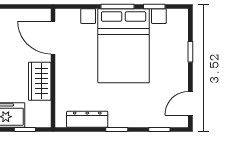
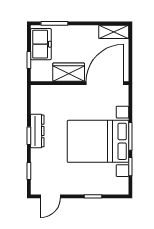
door: (53, 38) -> (105, 83), width x1.36
door: (190, 103) -> (50, 196), swing flipped
dresser: (87, 119) -> (37, 131), moved

